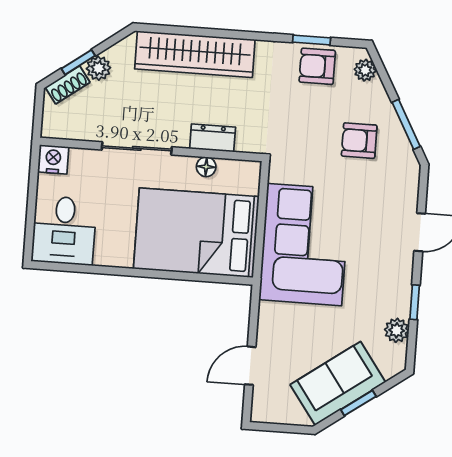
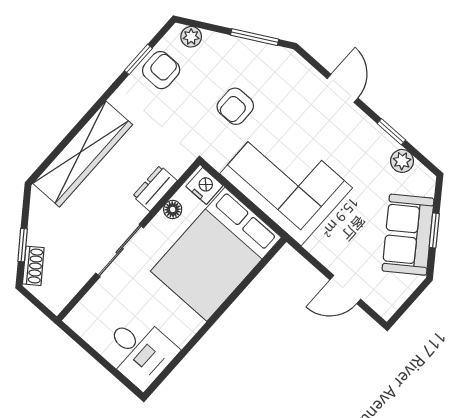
armchair: (317, 66) -> (161, 70), turned 180
plant: (98, 68) -> (38, 233), removed
armchair: (359, 141) -> (235, 106), moved
nightstand: (53, 159) -> (204, 186), moved, turned 90
door: (250, 366) -> (345, 290), hinge flipped

